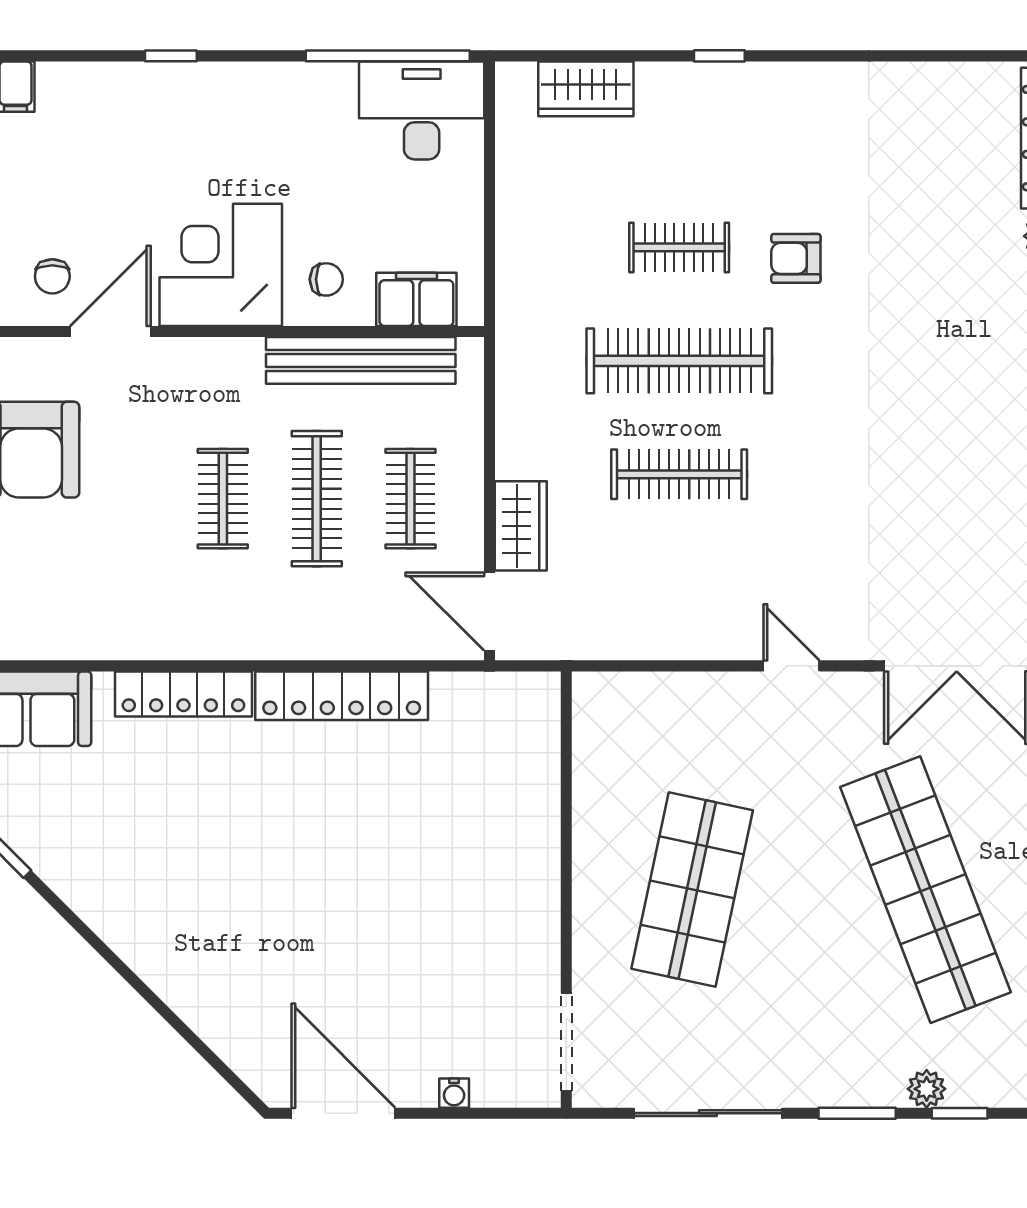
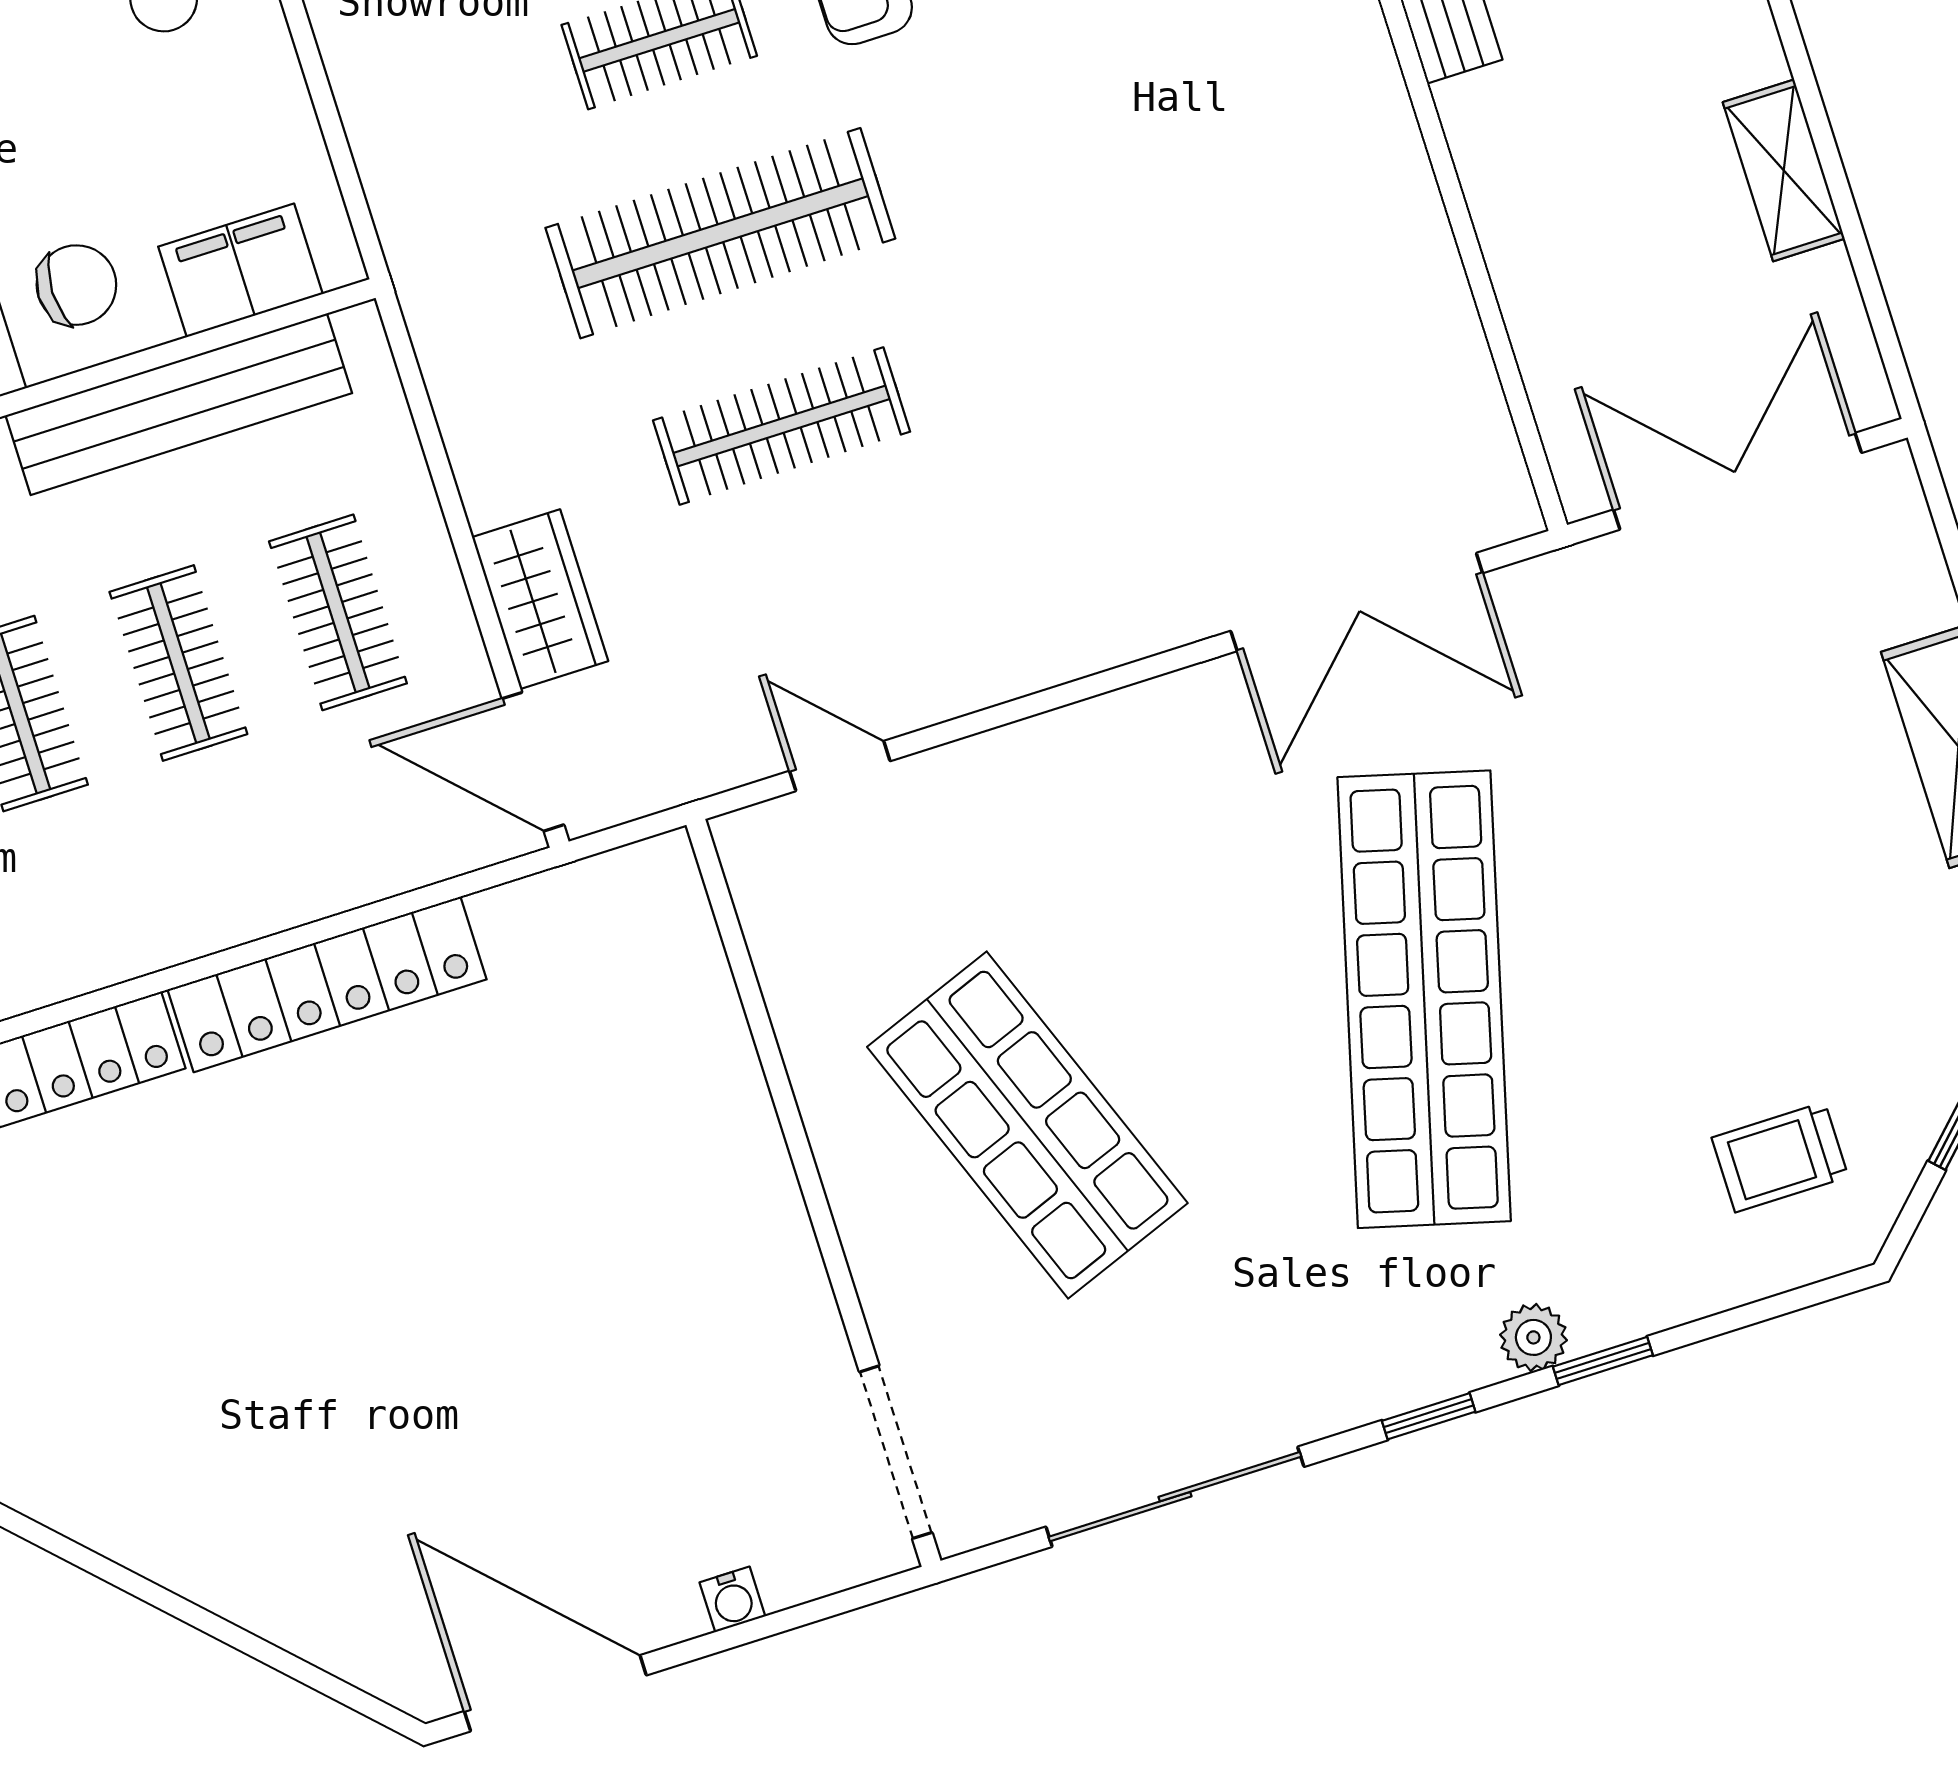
chair: (326, 279) -> (76, 285), width x1.37, depth x1.37
clothes rail: (317, 499) -> (178, 663), width x0.73
door: (791, 666) -> (840, 766), moved
shop shelf: (692, 890) -> (1027, 1125), turned -33
shop shelf: (925, 890) -> (1424, 999), turned 36
window: (857, 1113) -> (1429, 1416), width x0.67

